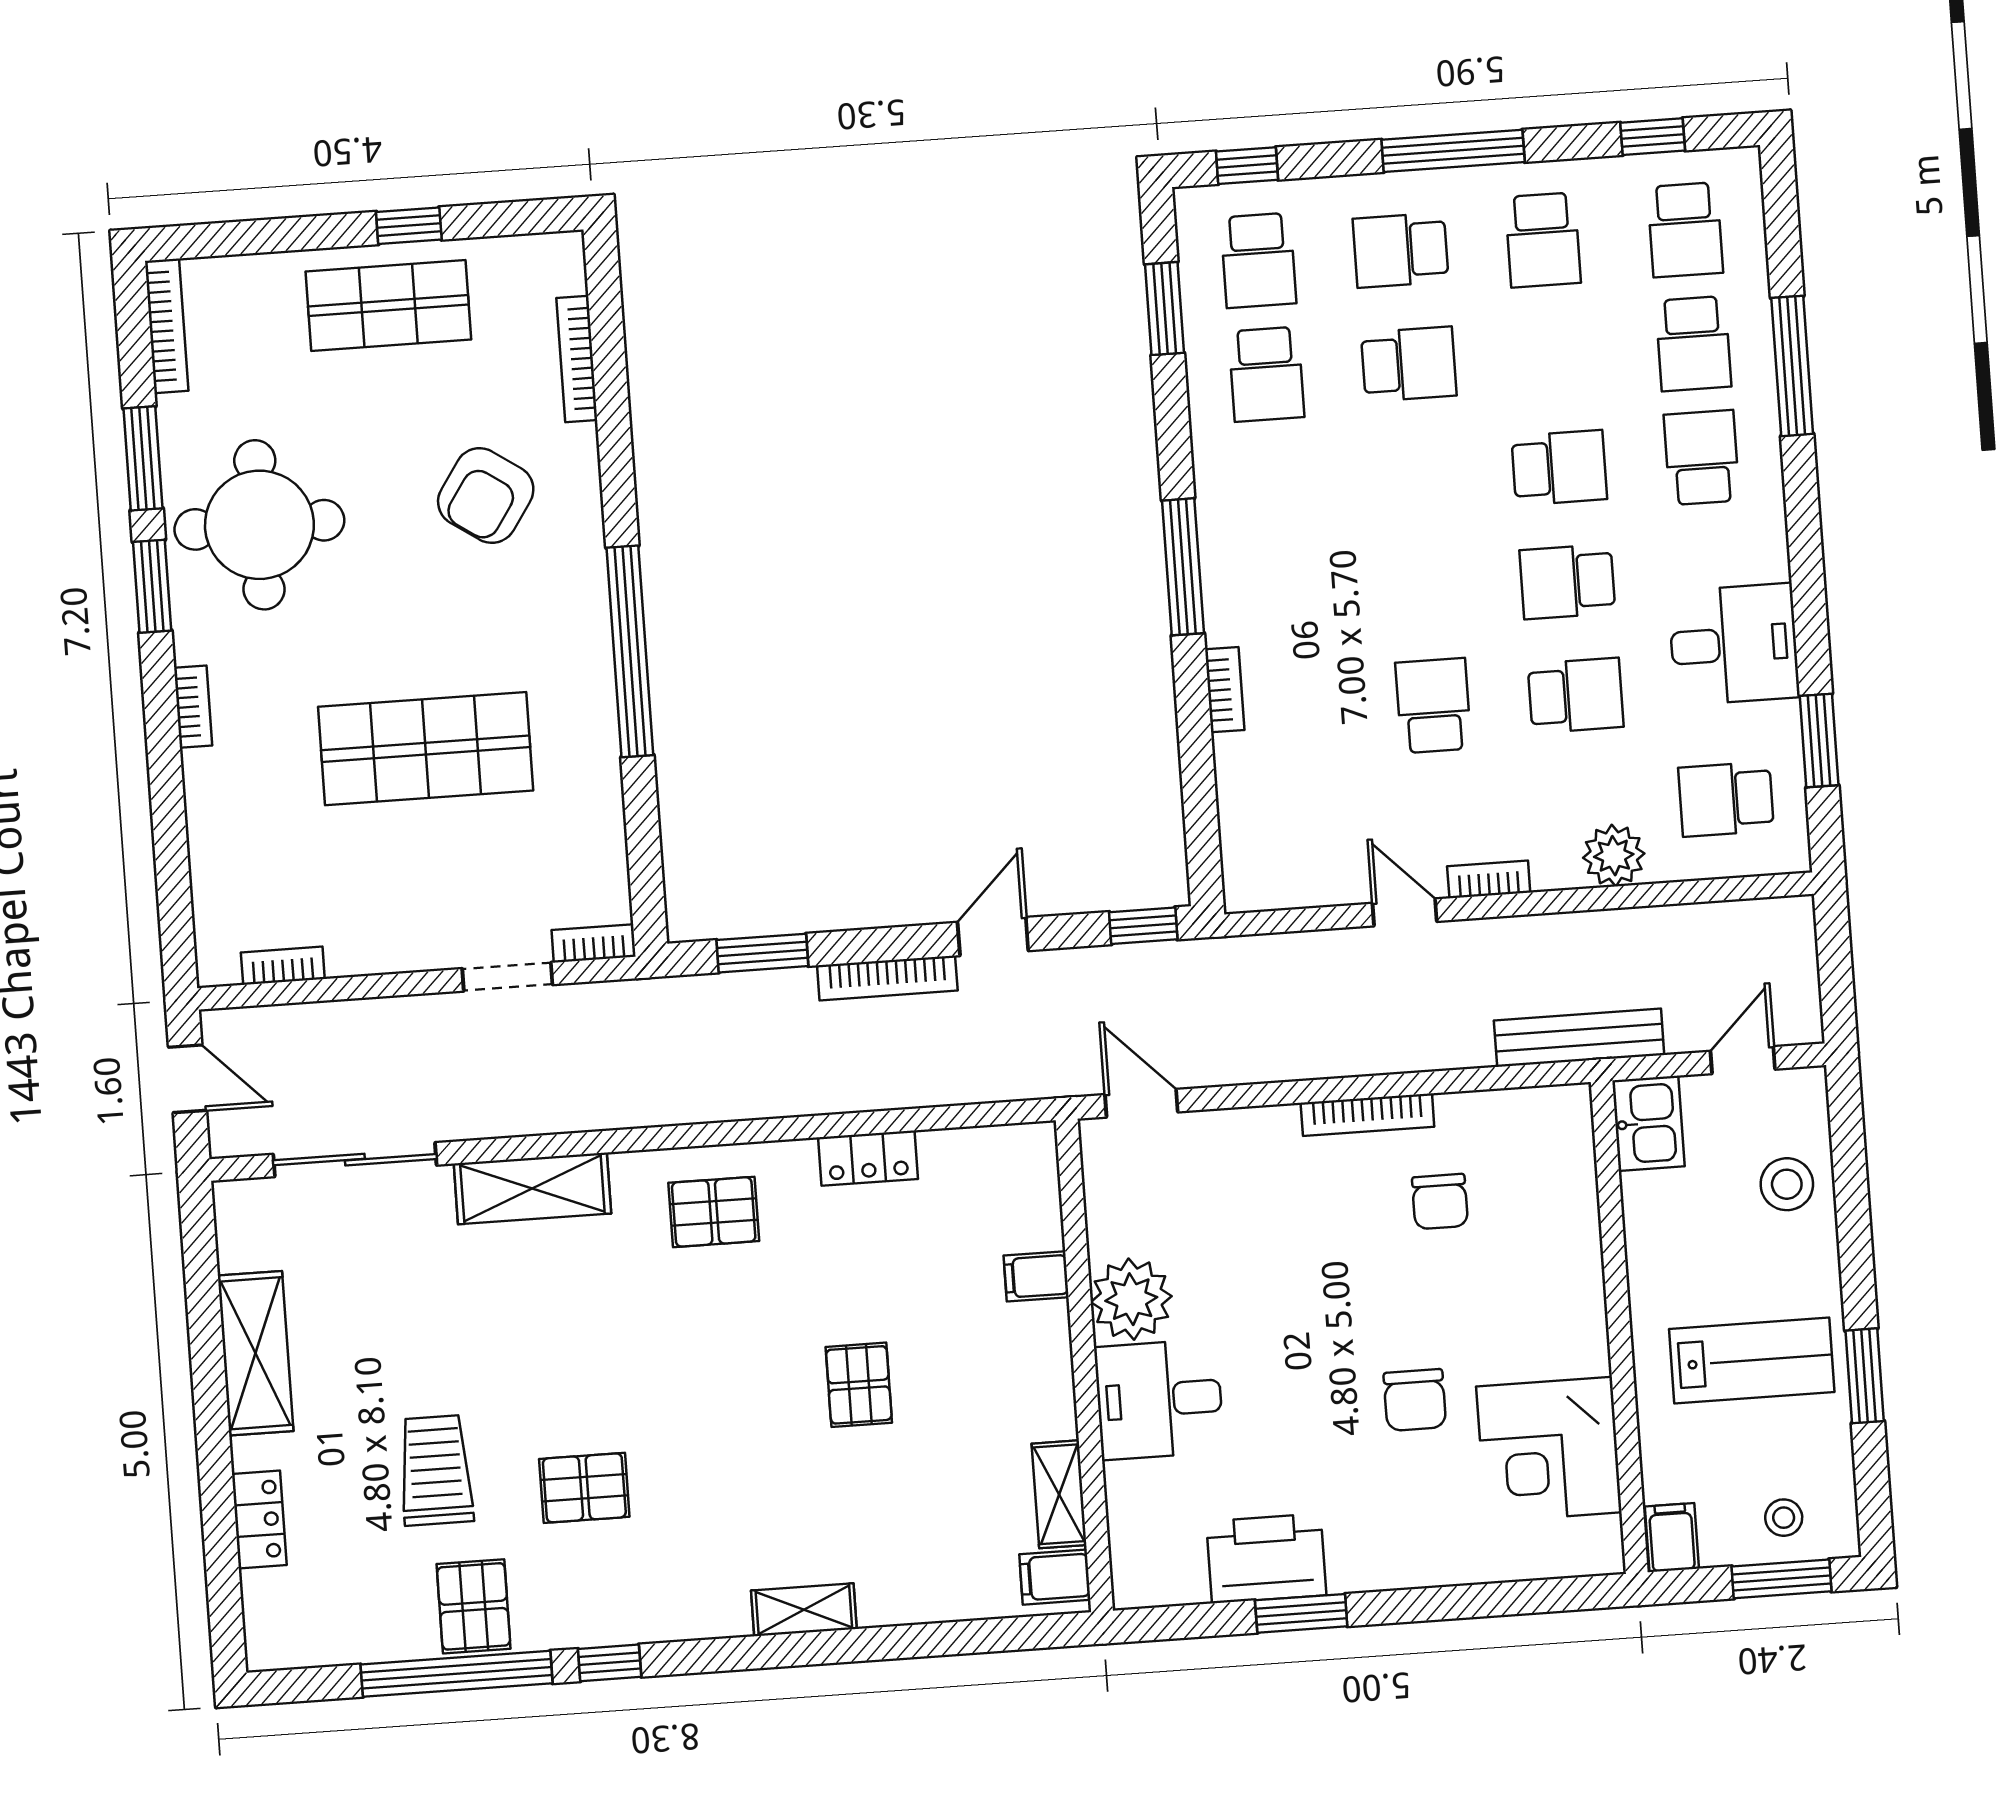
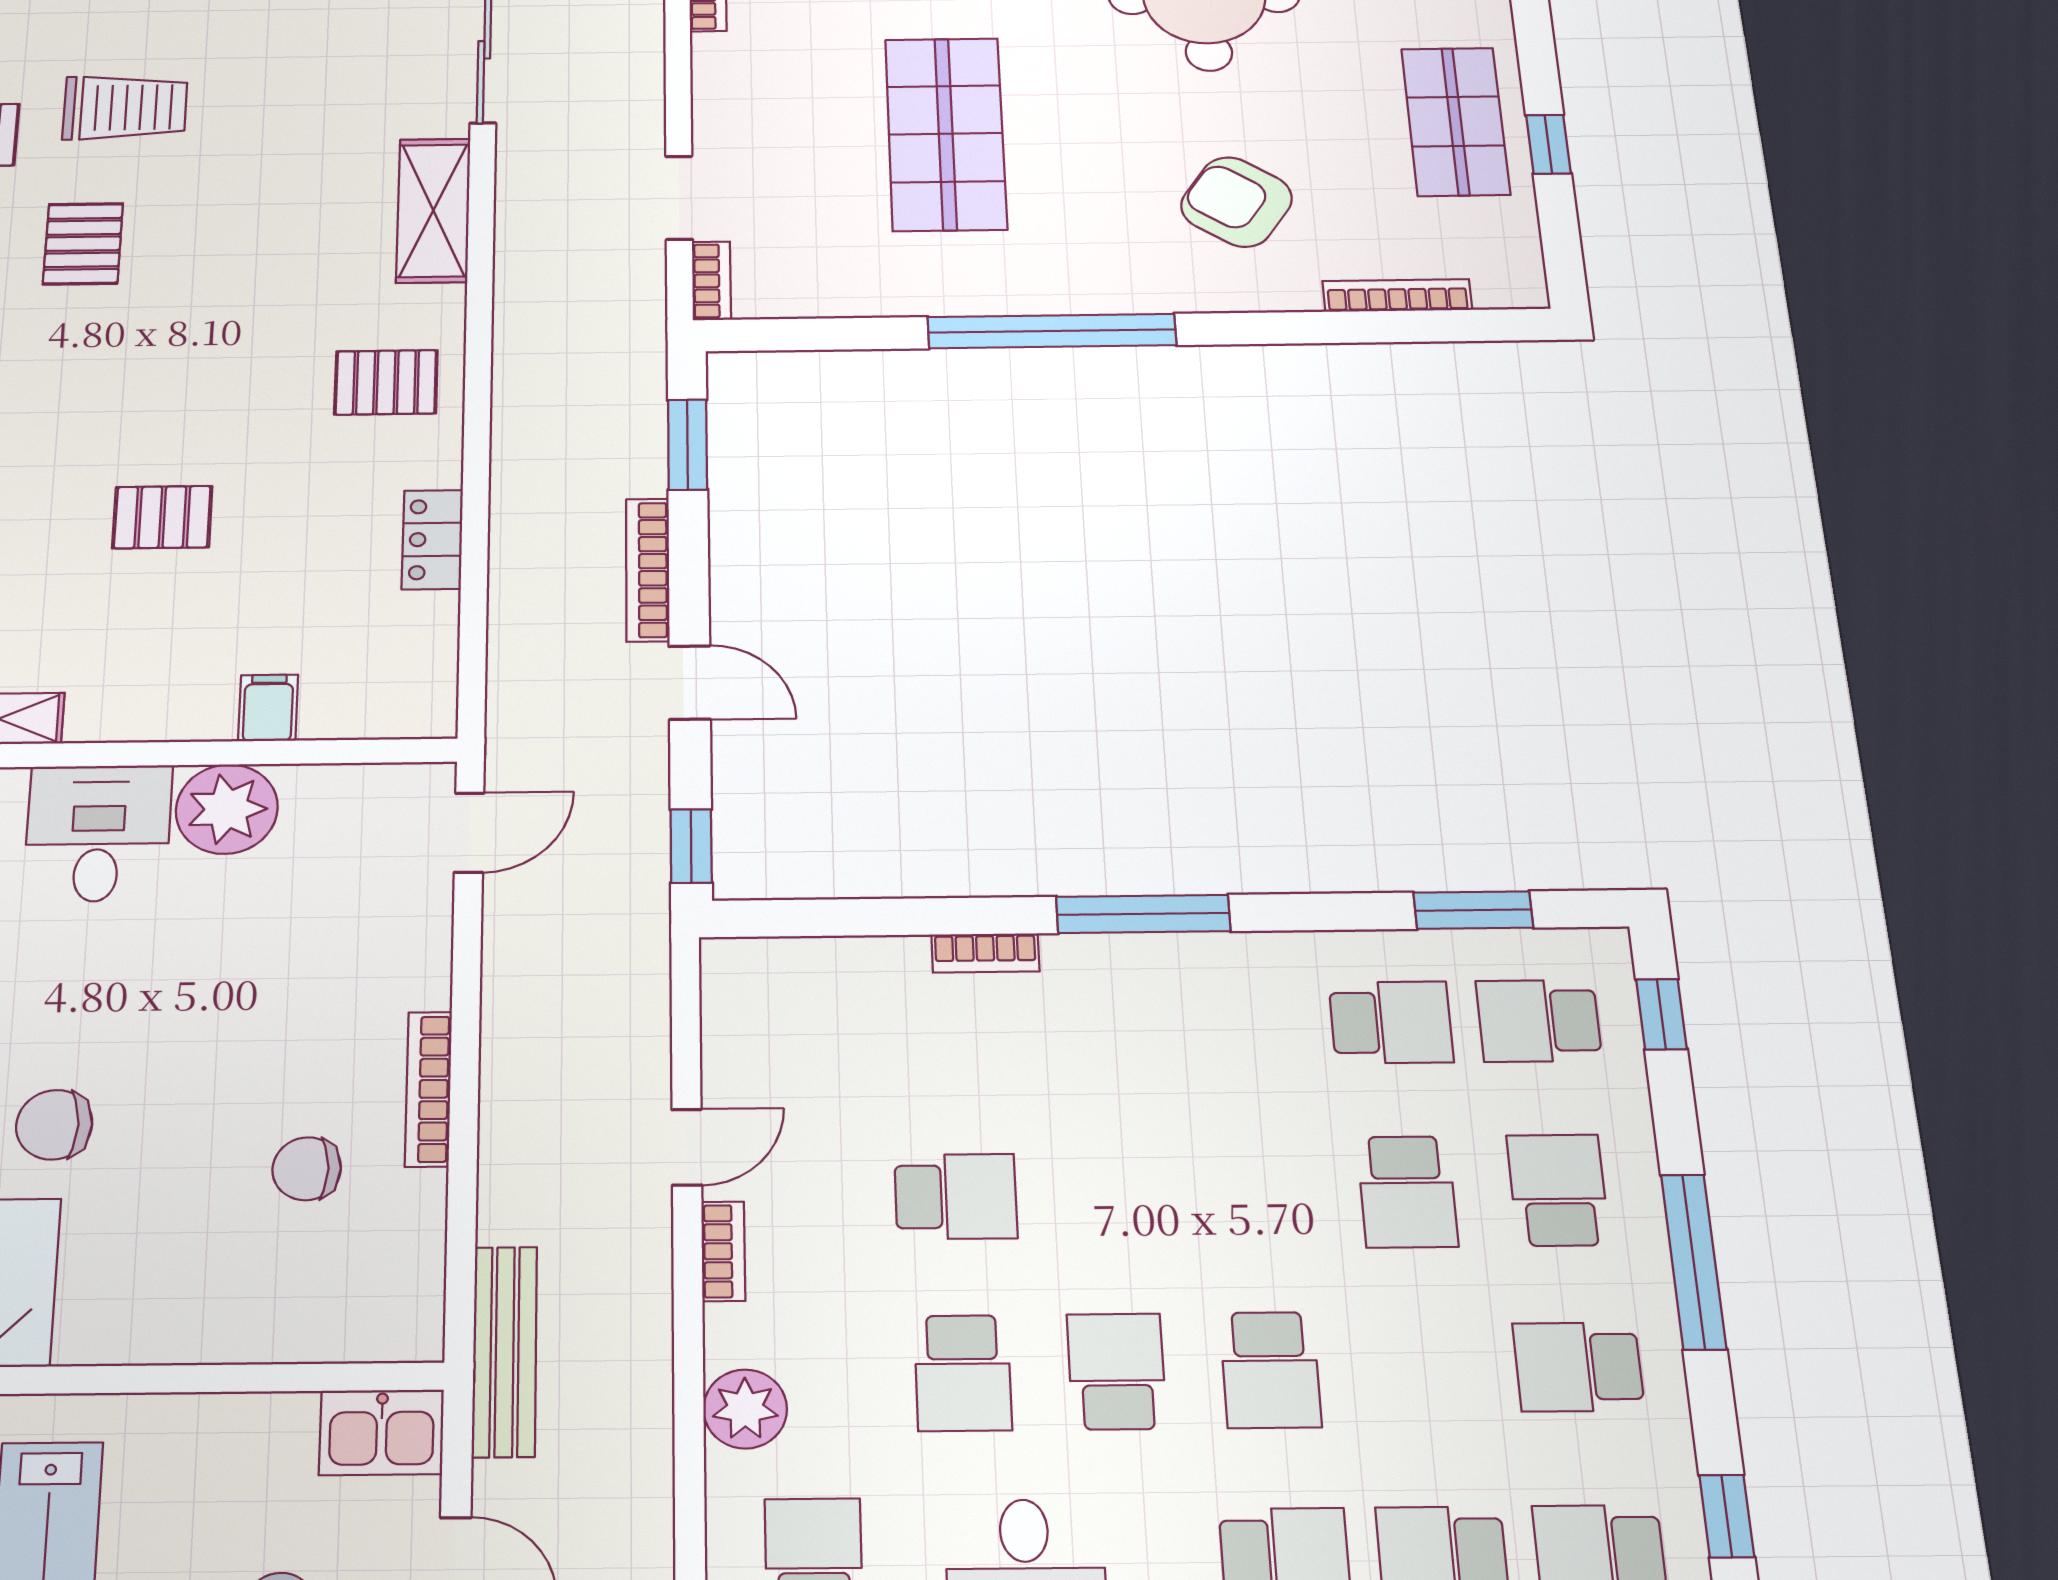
school desk: (1266, 374) -> (1391, 1022), turned 180
pallet: (714, 1212) -> (386, 382), turned 90

